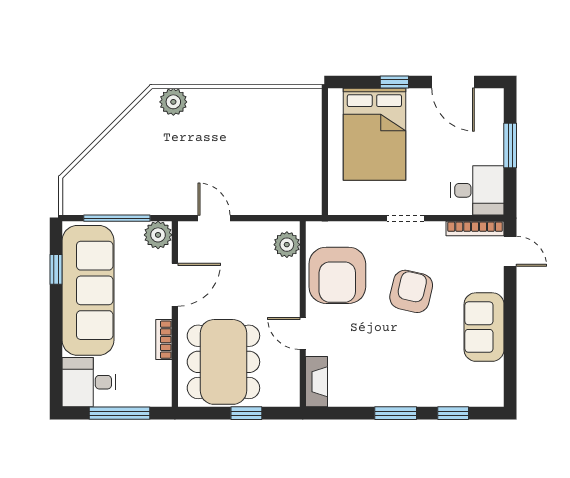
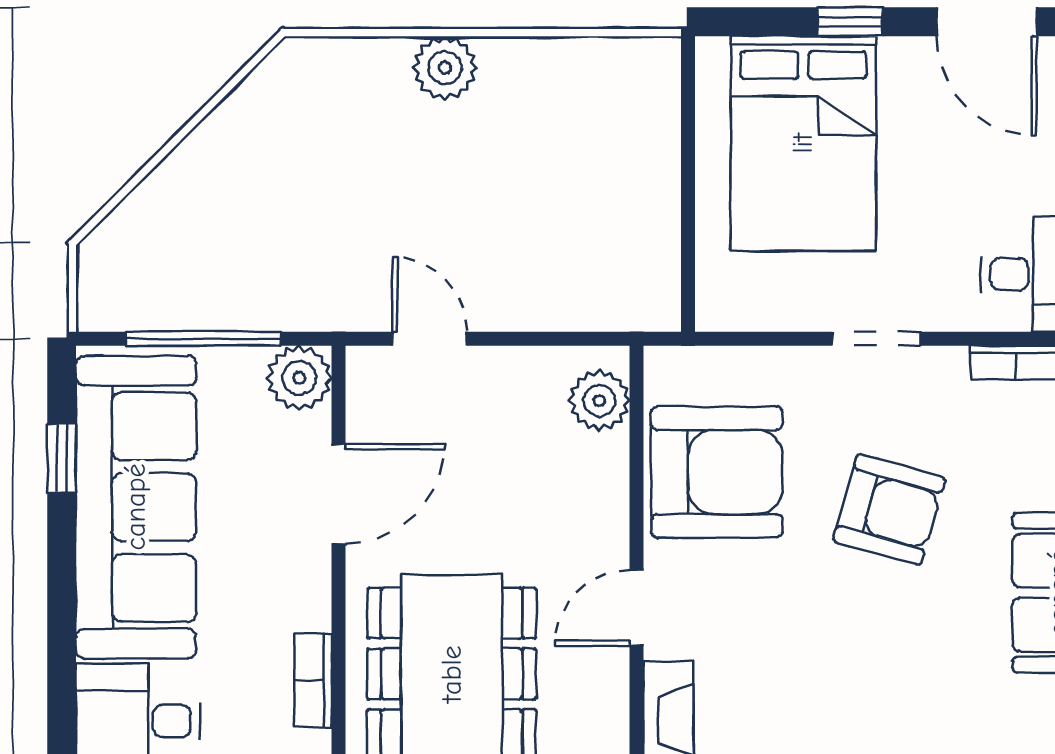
plant: (173, 102) -> (445, 68), moved
armchair: (337, 275) -> (717, 472), turned -90
armchair: (411, 291) -> (889, 509), turned 93
door: (303, 334) -> (636, 608), hinge flipped
bookcase: (164, 340) -> (313, 680), moved

